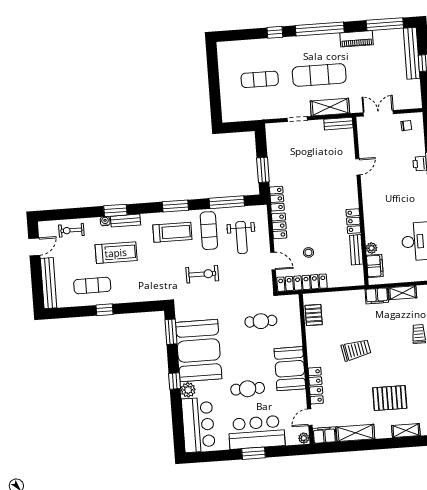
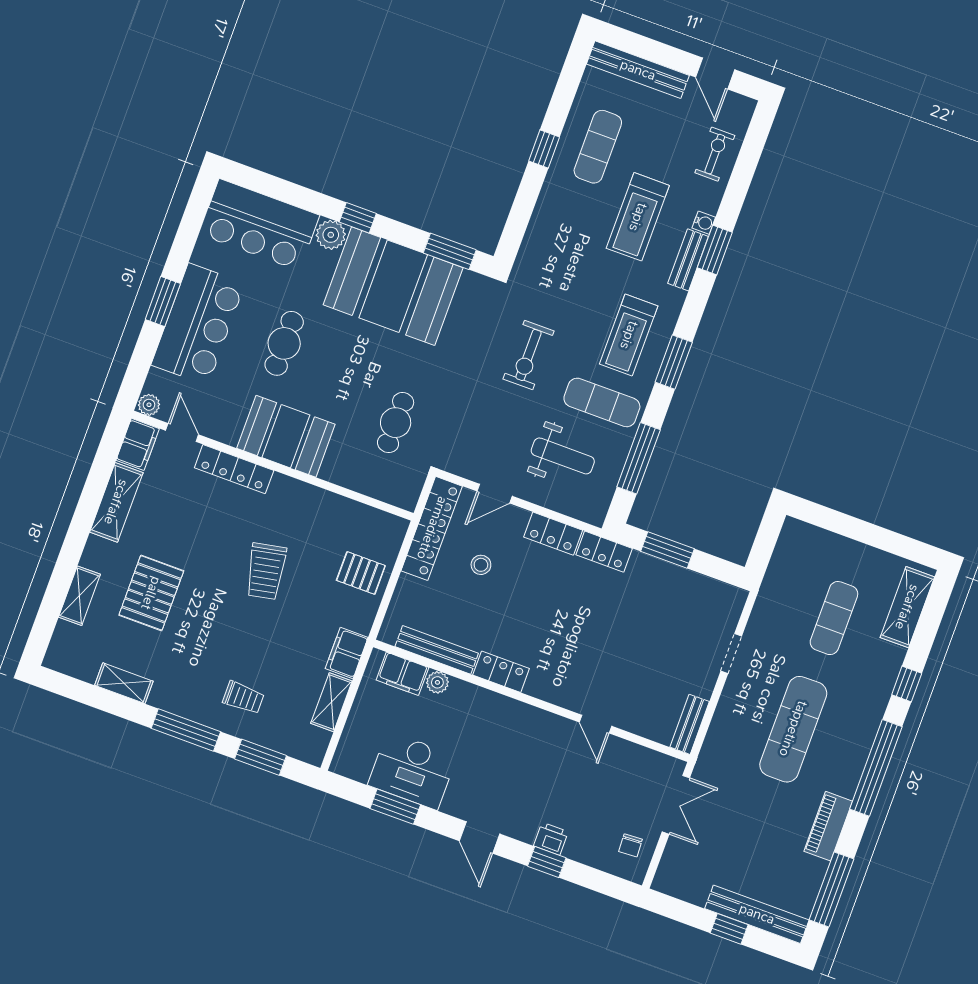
shelving: (330, 107) -> (907, 607), moved
weight bench: (242, 237) -> (563, 456), turned 180
bench: (356, 250) -> (437, 650), width x1.36
pallet: (314, 315) -> (361, 573), moved

